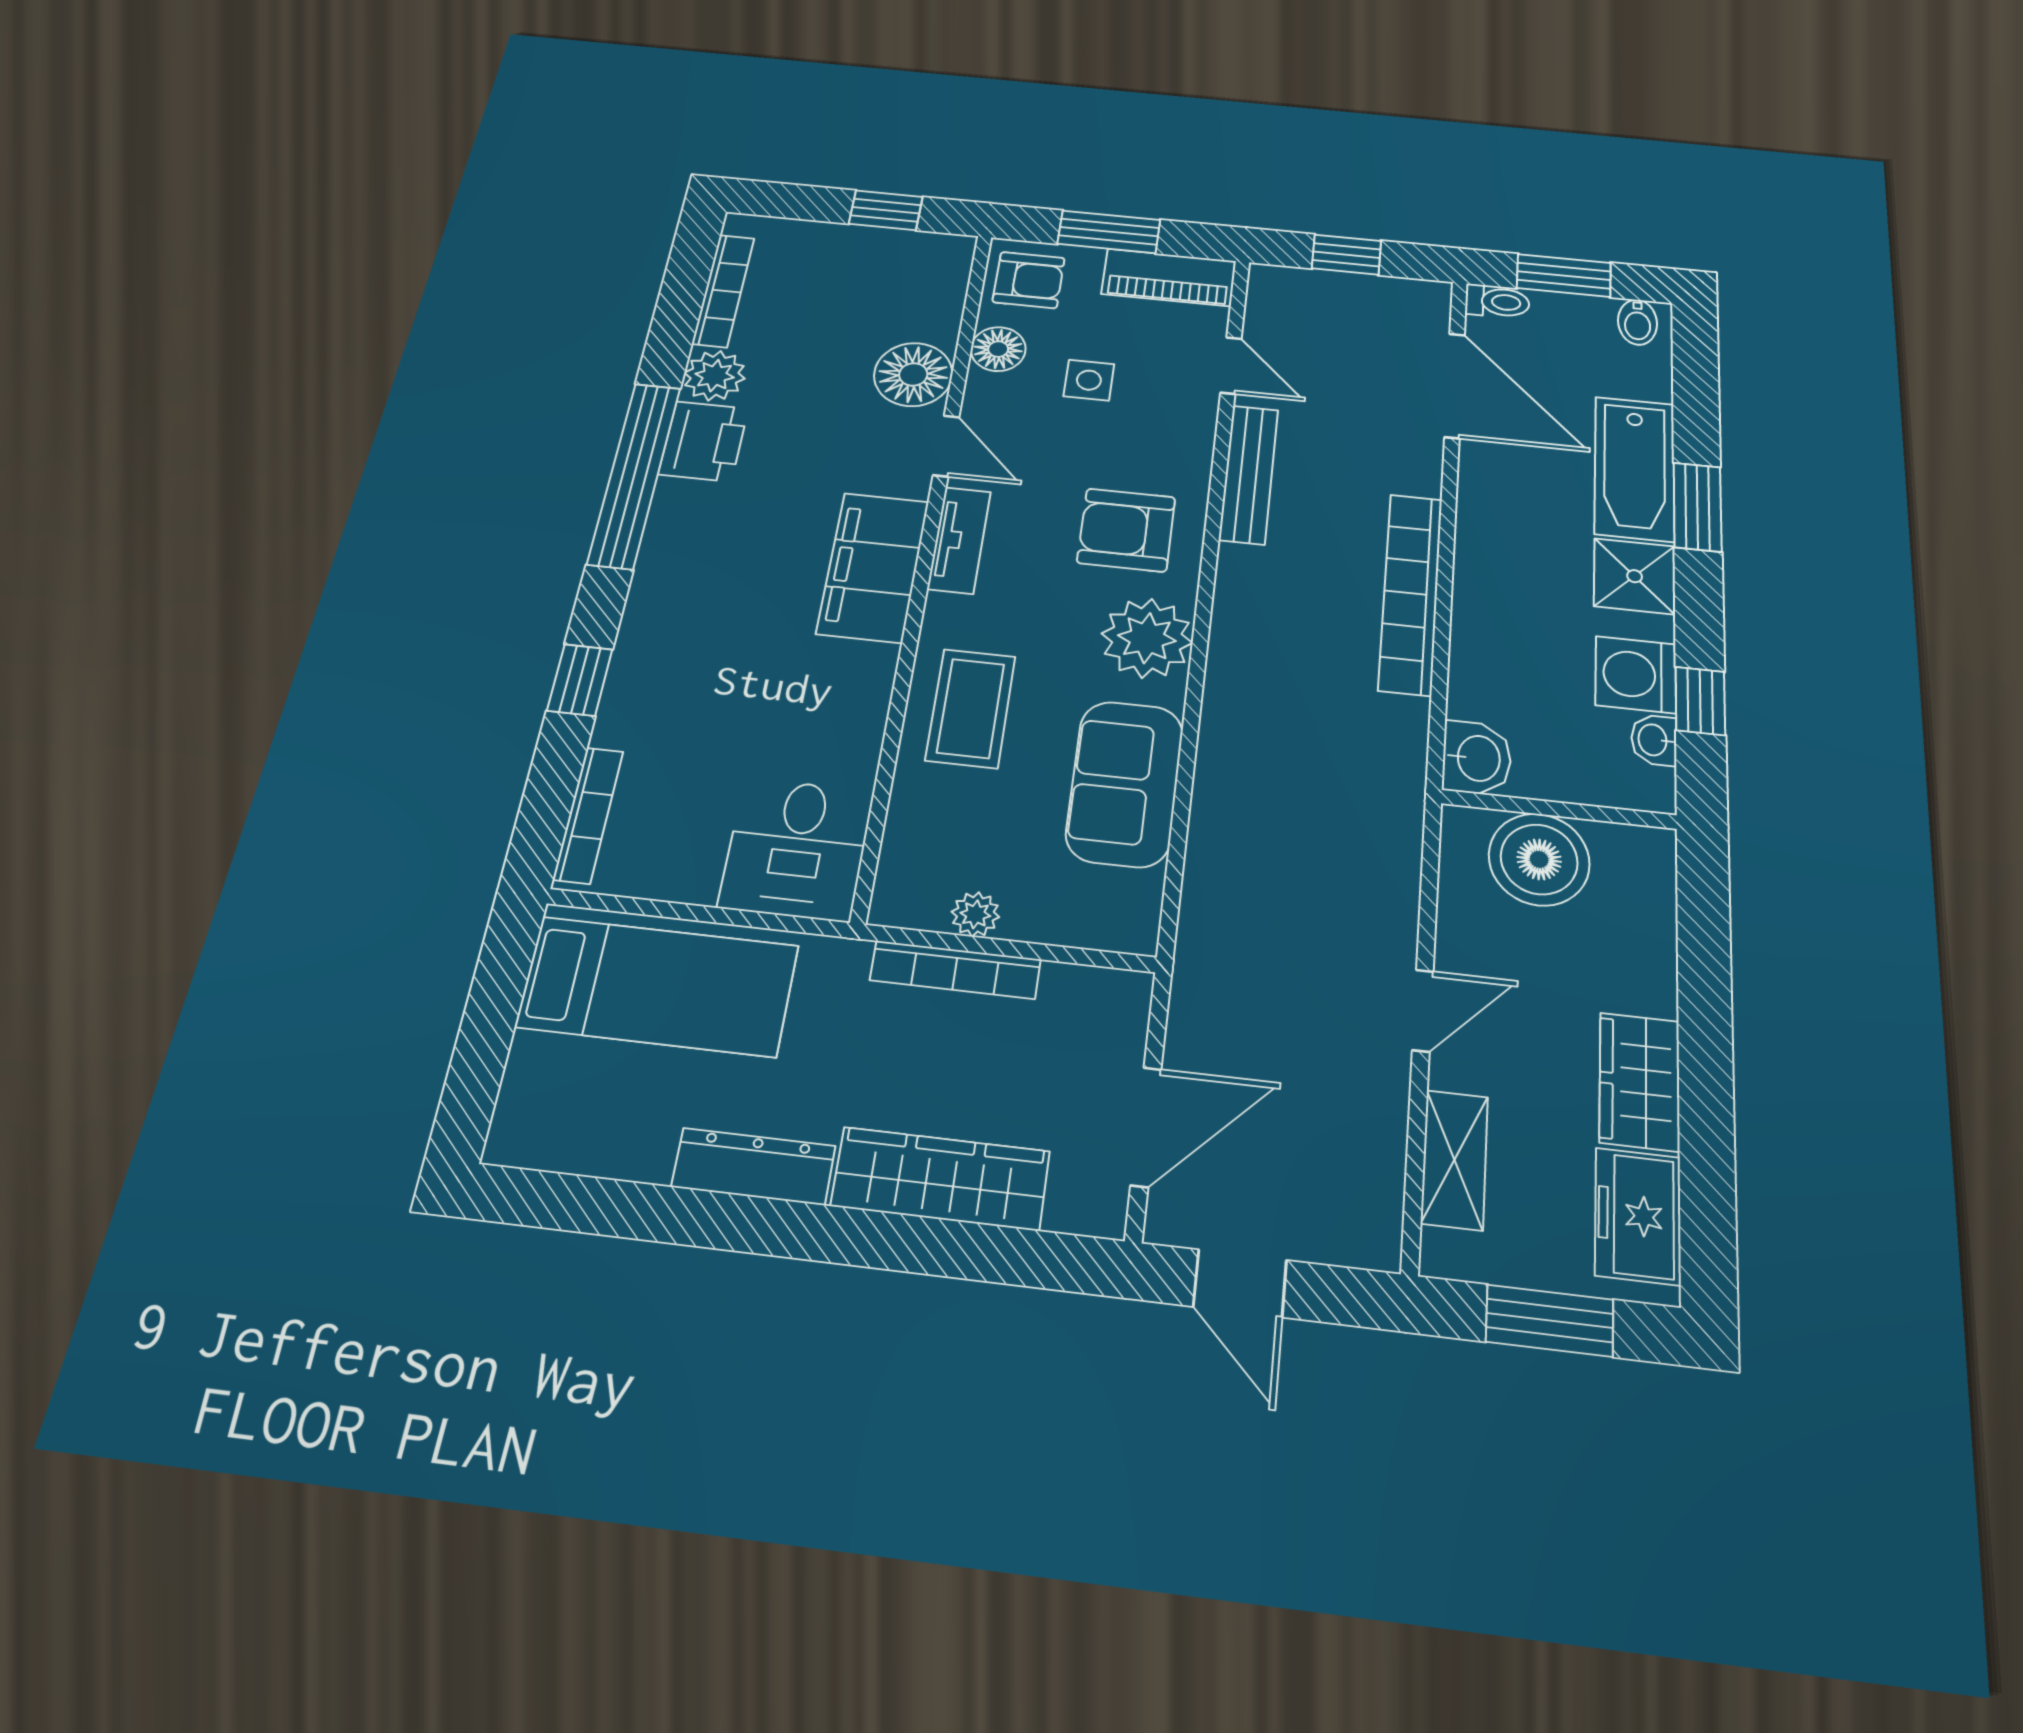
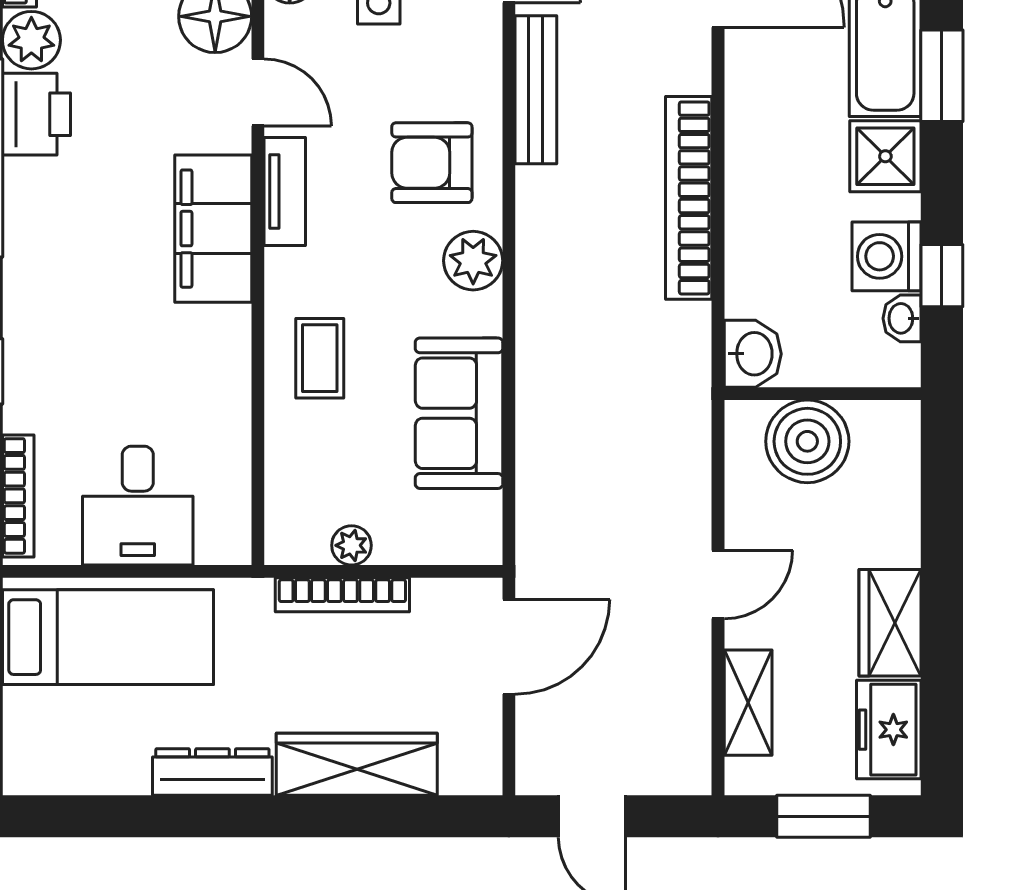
plant: (1147, 638) -> (473, 261), width x0.73, depth x0.73
coffee table: (971, 708) -> (320, 358), width x0.73, depth x0.77
desk: (797, 849) -> (138, 506), moved
door: (1146, 1127) -> (509, 647), moved

